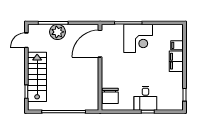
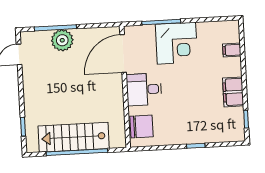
filing cabinet: (176, 61) -> (233, 92), moved
stairs: (37, 77) -> (74, 137), moved, turned -90
chair: (110, 96) -> (142, 126), turned -90
desk: (145, 98) -> (144, 89), moved, turned 90

